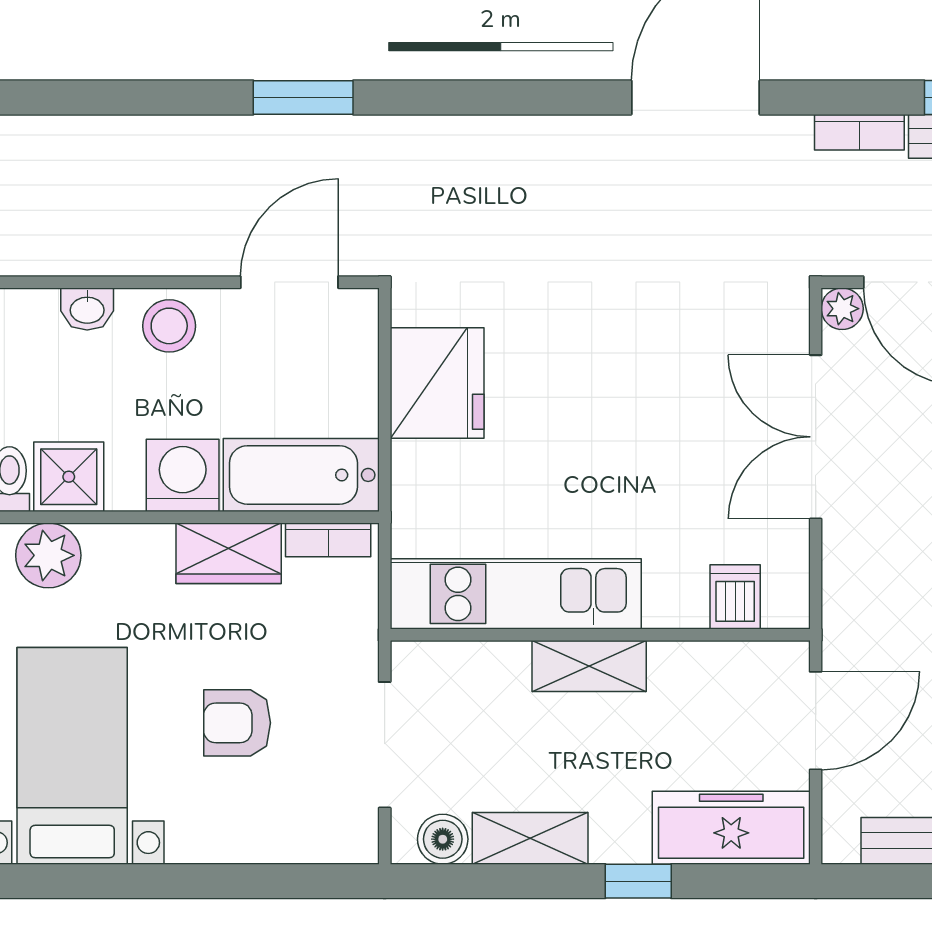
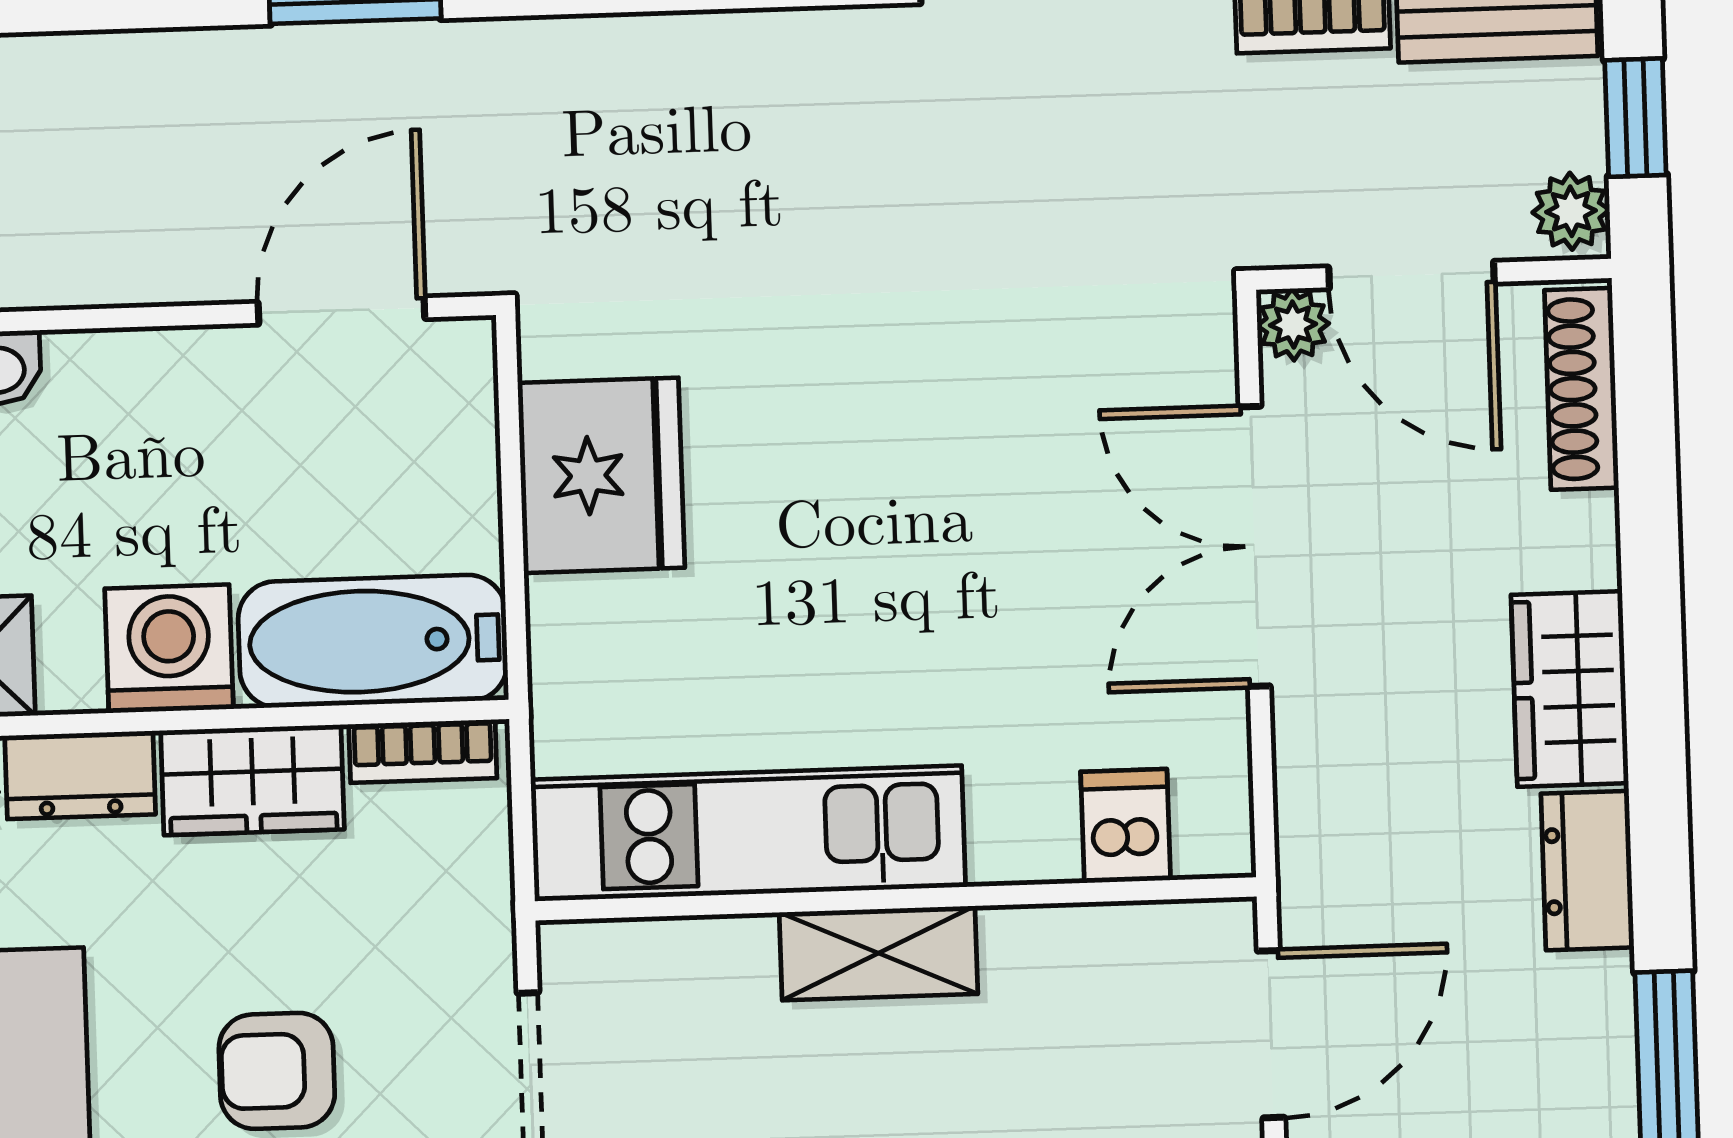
stool: (169, 326) -> (137, 393), removed
dresser: (129, 547) -> (80, 775), added

